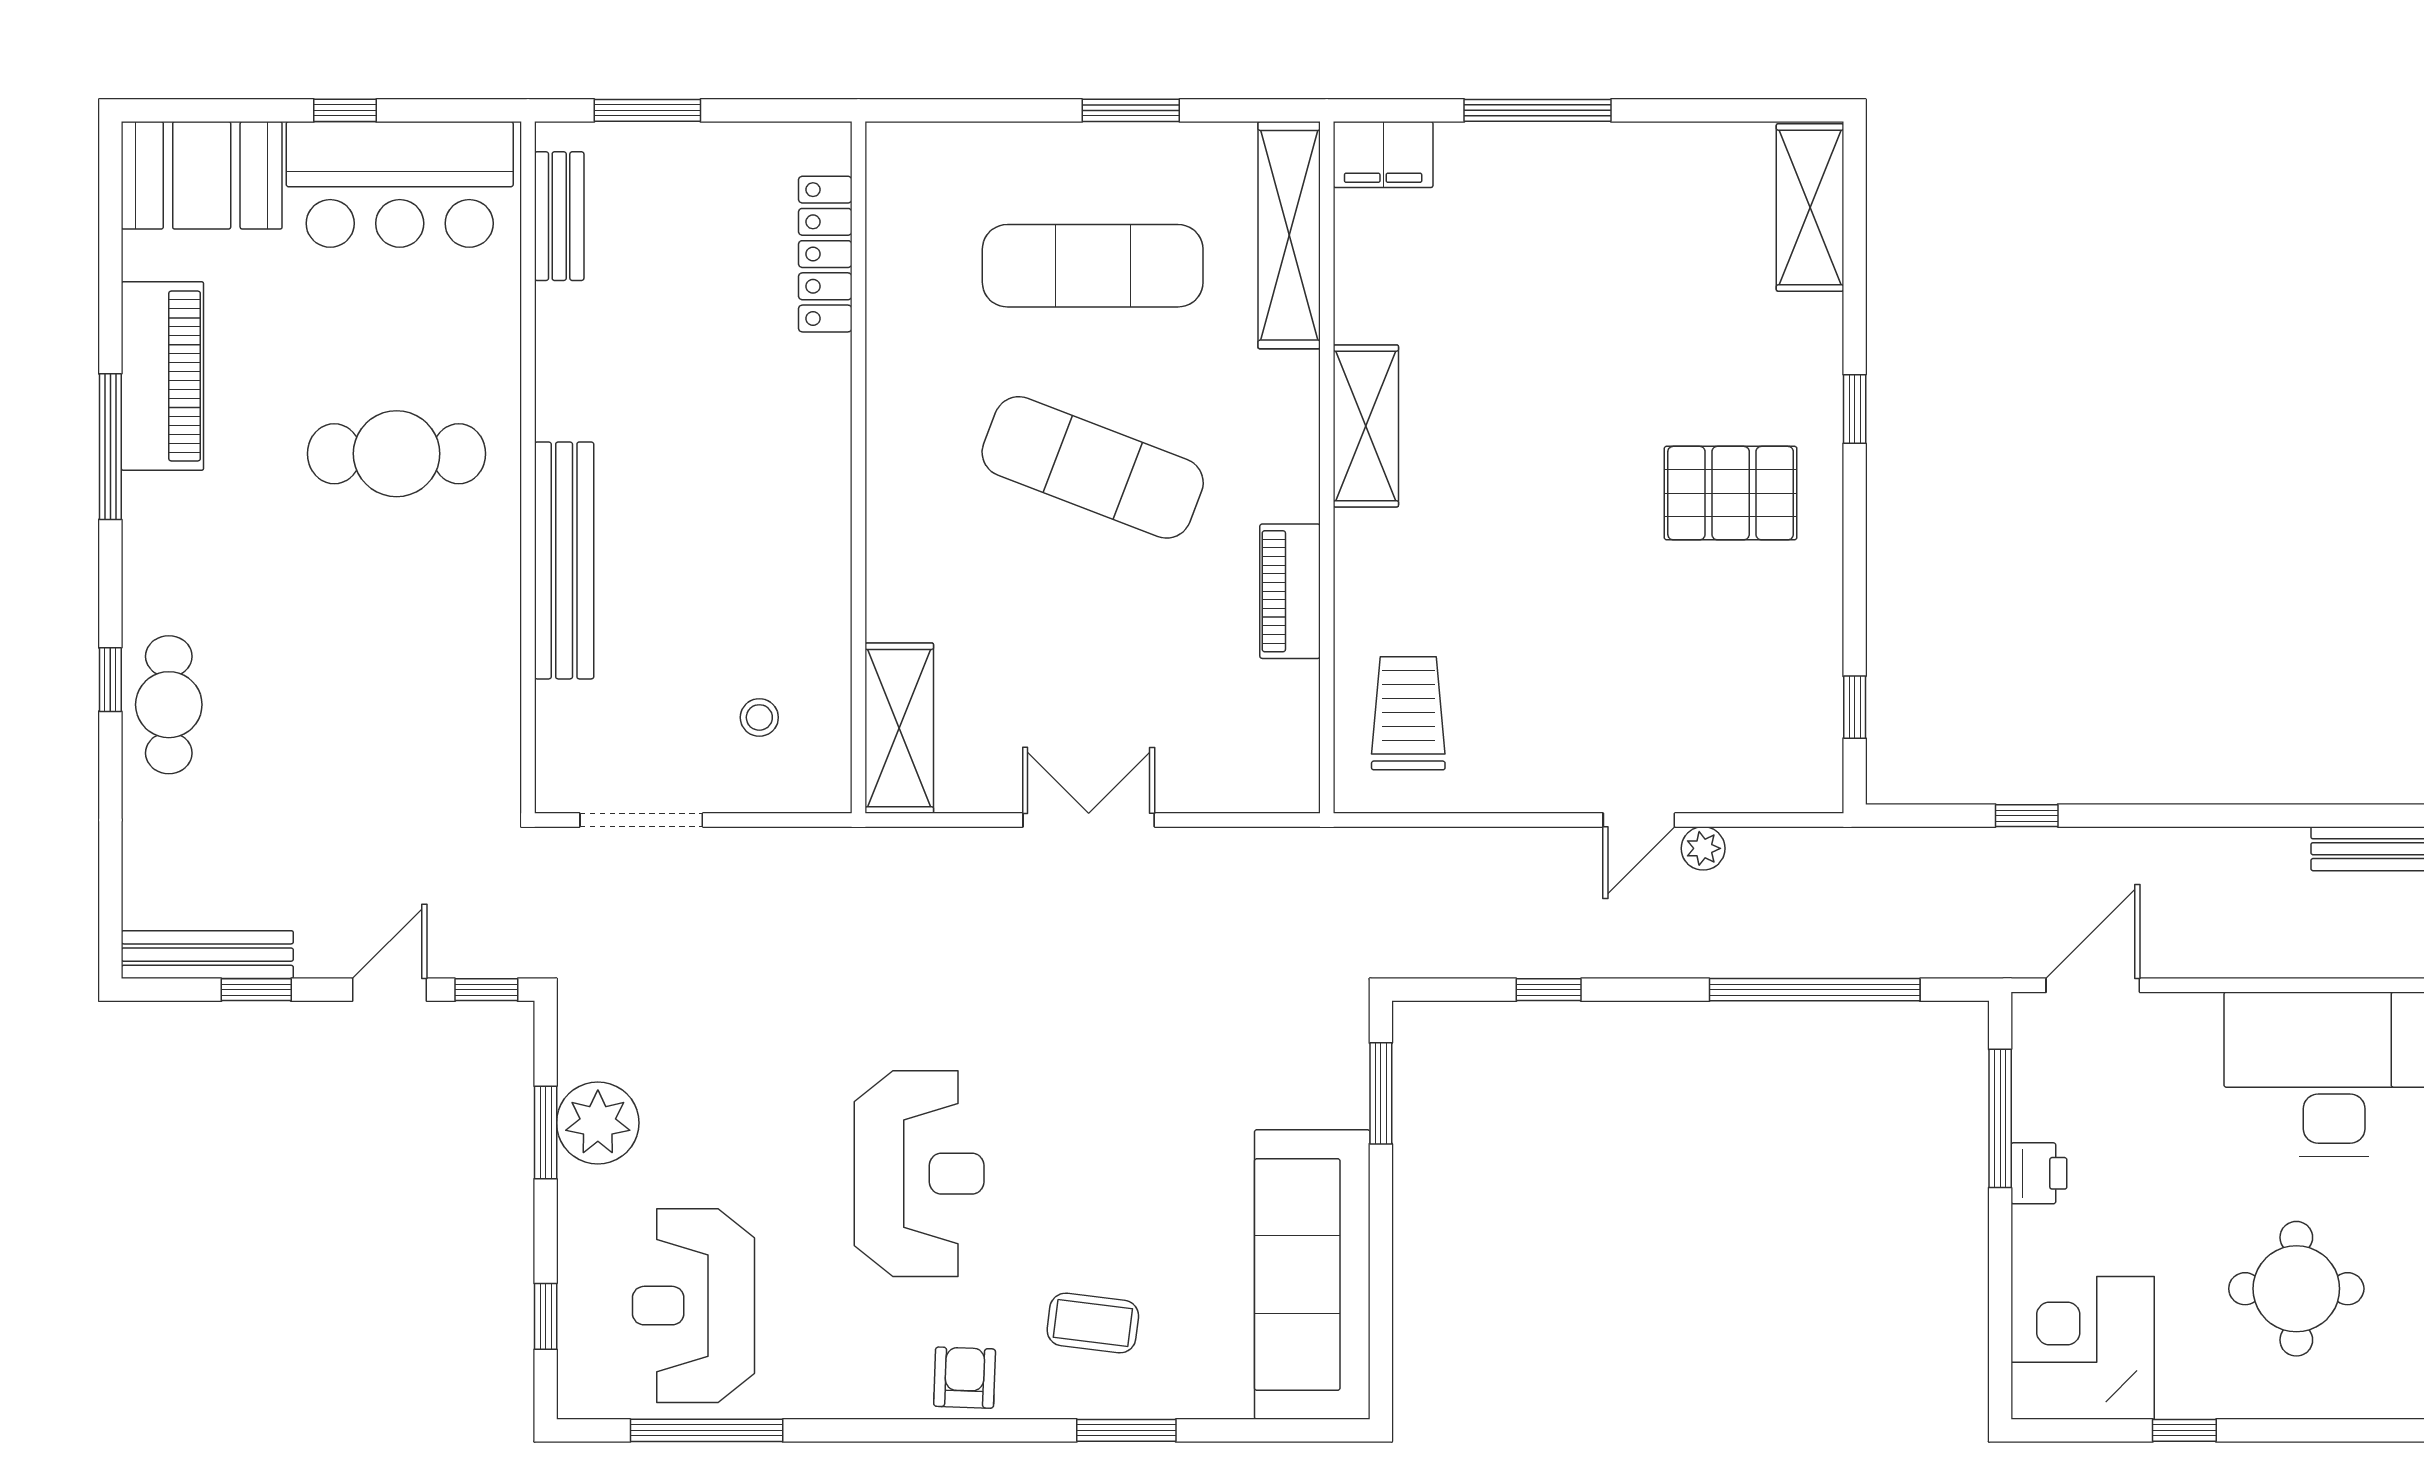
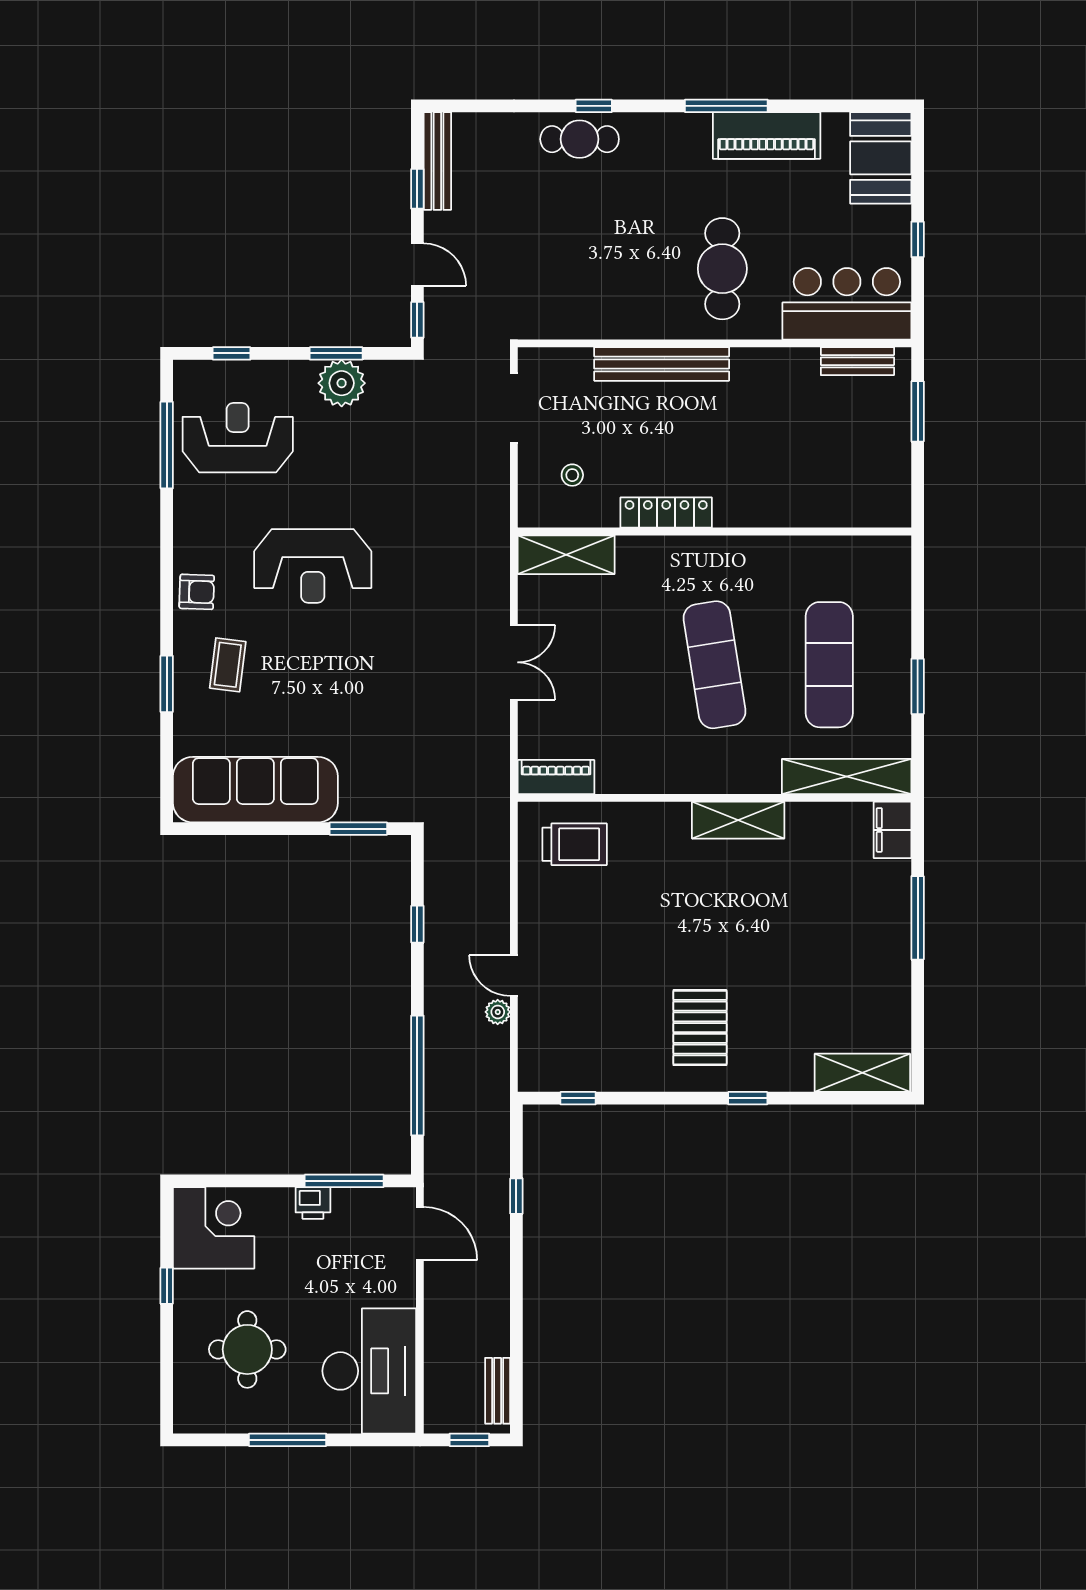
bar counter: (400, 184) -> (847, 304), moved, turned 90
locker: (825, 254) -> (666, 513), moved
exercise mat: (1093, 467) -> (715, 665), turned -30
piano: (1290, 591) -> (556, 777), moved

